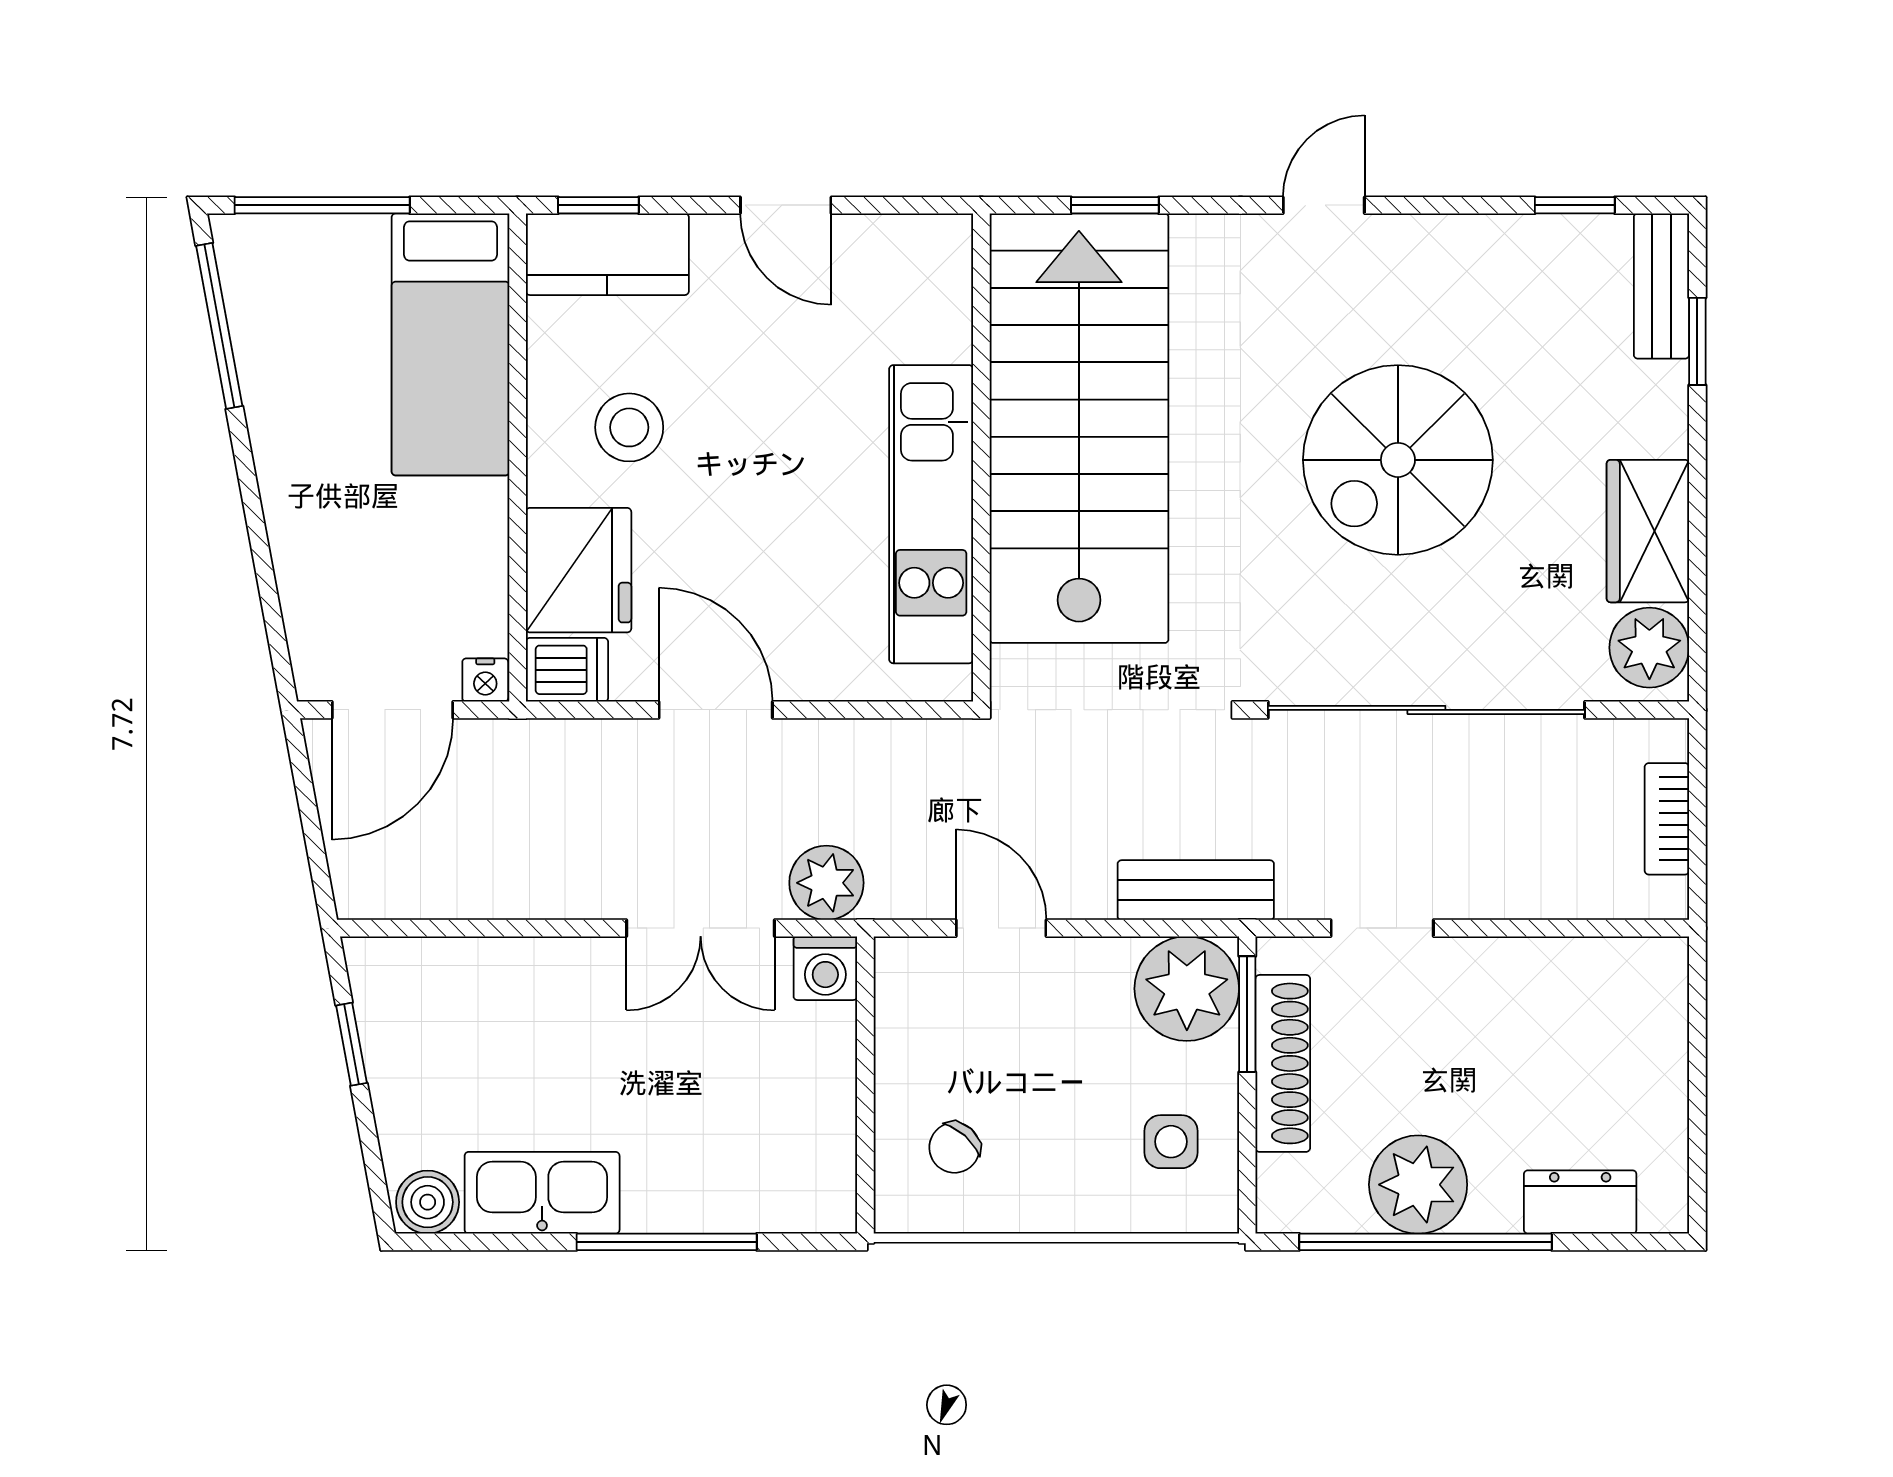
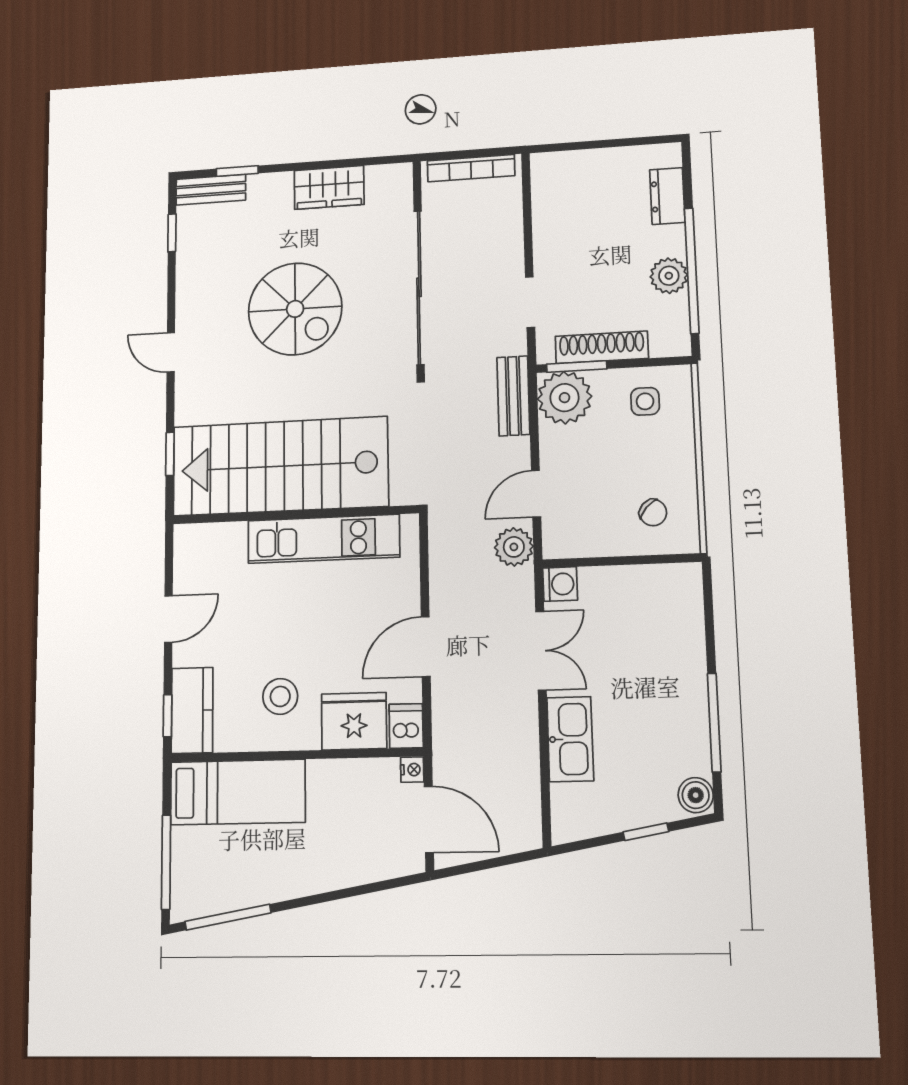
plant: (1649, 648) -> (386, 183), removed
bookcase: (1667, 819) -> (471, 168), width x1.56
plant: (826, 883) -> (514, 547), moved
window: (351, 1044) -> (646, 832), moved
plant: (1418, 1185) -> (669, 276), width x0.73, depth x0.73
kitchen sink: (542, 1193) -> (570, 739), moved, turned 180
window: (667, 1242) -> (714, 723), moved

